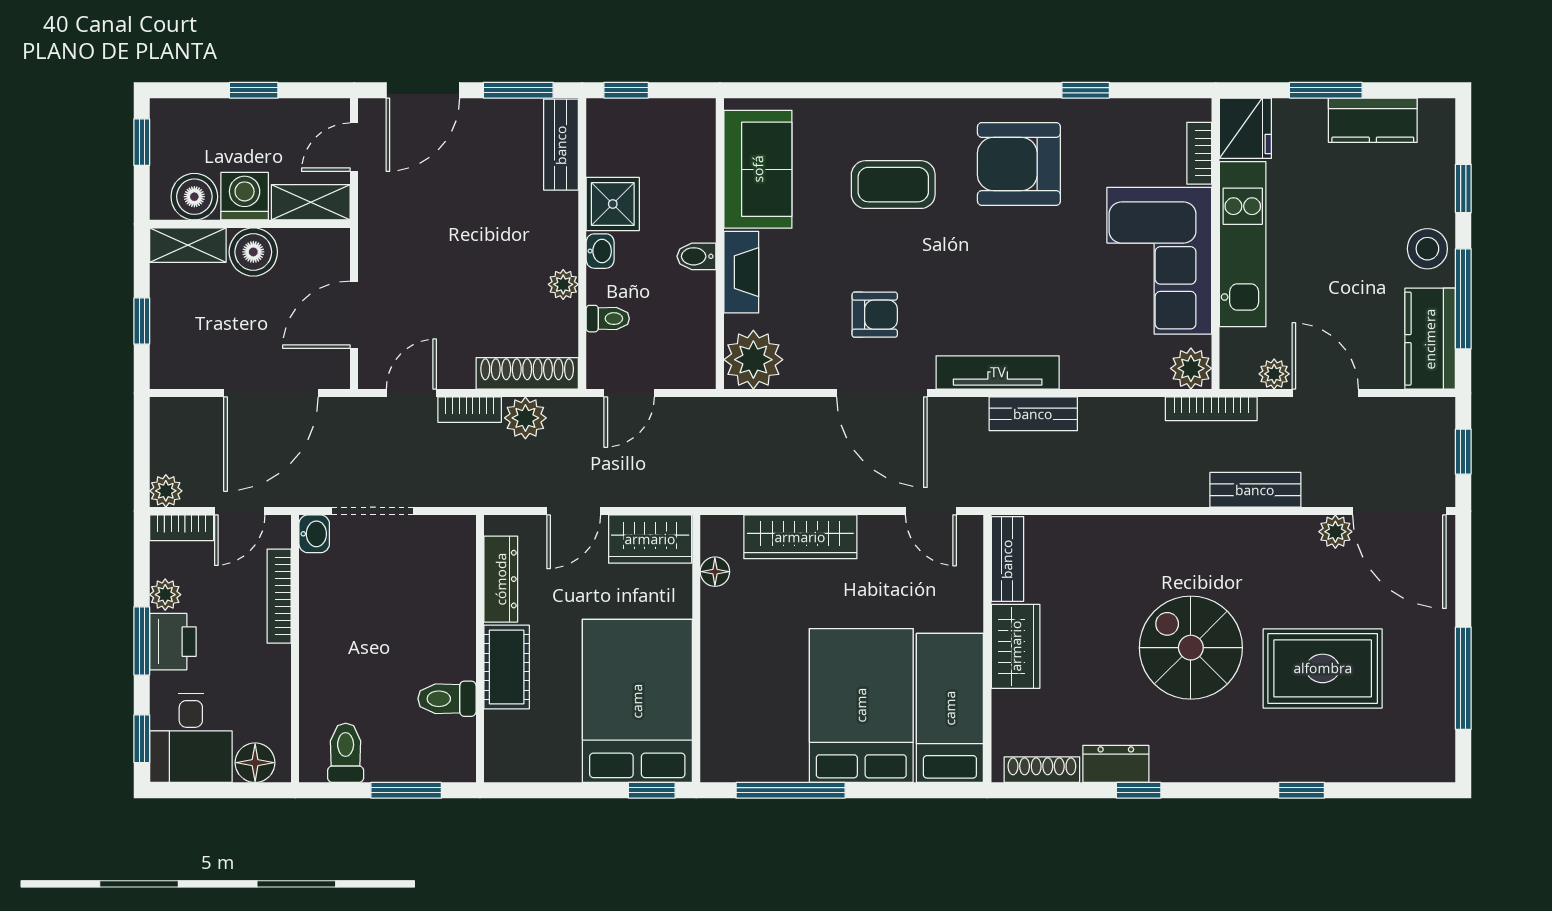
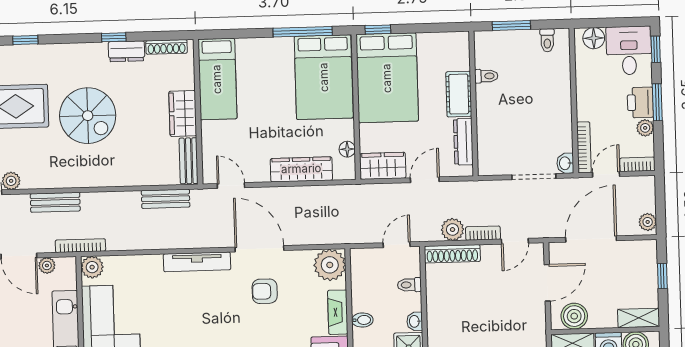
boiler: (253, 252) -> (574, 316), moved
plant: (563, 284) -> (434, 303), removed
bench: (1033, 414) -> (166, 199), moved
plant: (166, 491) -> (648, 222), moved
bookcase: (279, 596) -> (584, 147), moved
toilet: (447, 699) -> (486, 76), width x0.73, depth x0.72
bed: (861, 705) -> (324, 77), moved
toilet: (346, 753) -> (547, 40), width x0.73, depth x0.72

